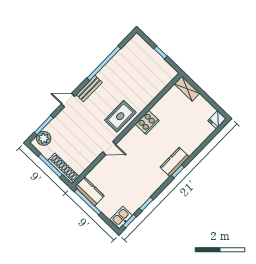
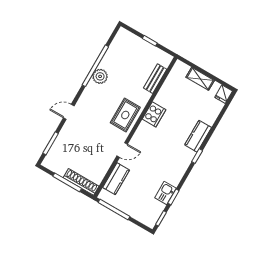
bench: (89, 89) -> (155, 79), moved
shelving: (187, 89) -> (200, 79), moved
plant: (44, 138) -> (100, 76), moved
kitchen counter: (175, 162) -> (198, 136), moved
kitchen counter: (89, 191) -> (116, 179), moved, turned 90
kitchen sink: (121, 217) -> (165, 193), moved

